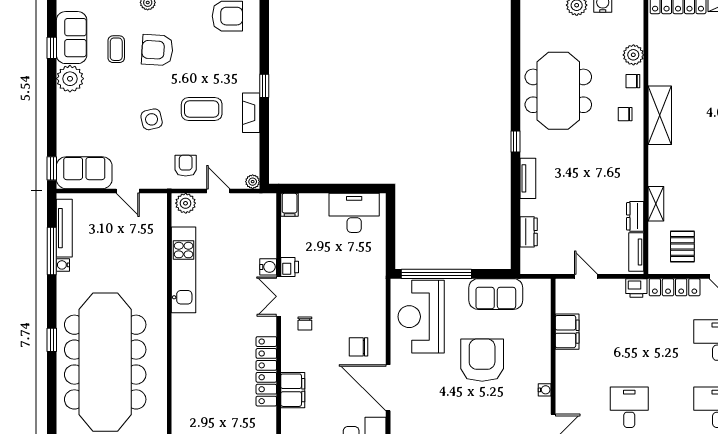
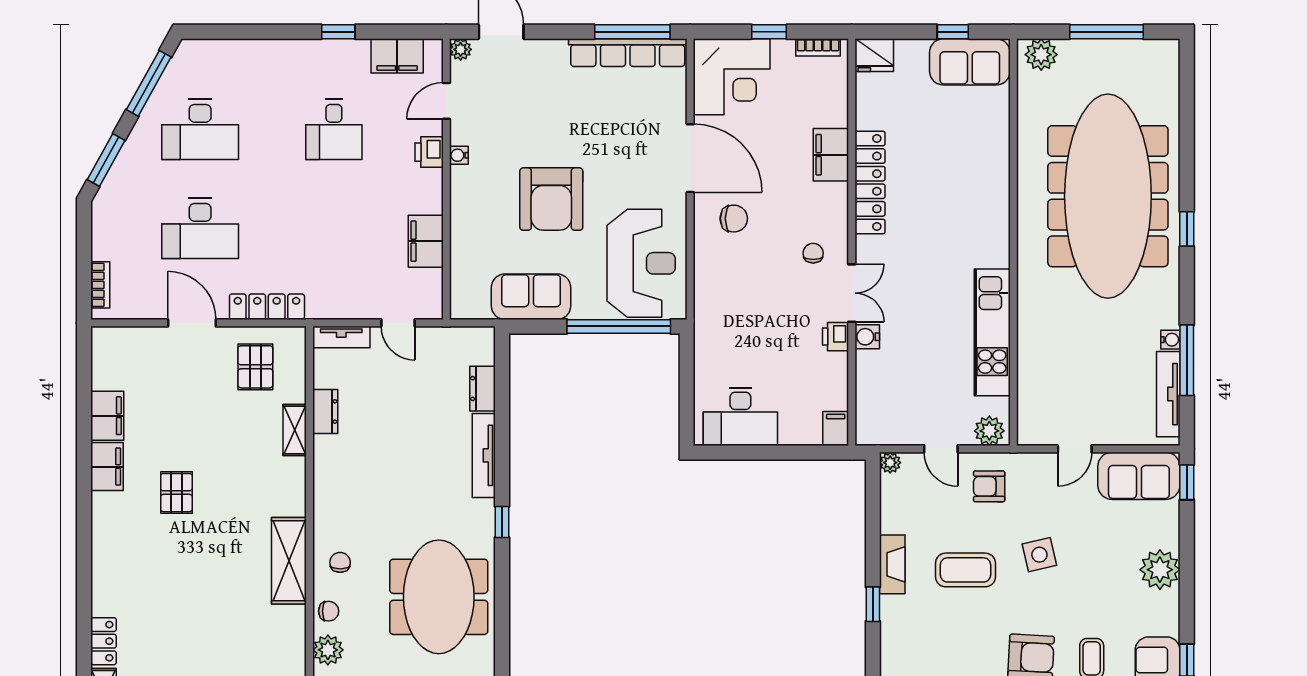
plant: (70, 79) -> (1160, 570), moved
chair: (625, 114) -> (340, 562), turned -90
armchair: (186, 166) -> (989, 486), turned 90
tv unit: (528, 178) -> (484, 455), width x1.41
door: (128, 191) -> (1075, 449), swing flipped
tv unit: (636, 252) -> (341, 337), moved, turned 90
printer: (636, 288) -> (429, 152), moved, turned -90

